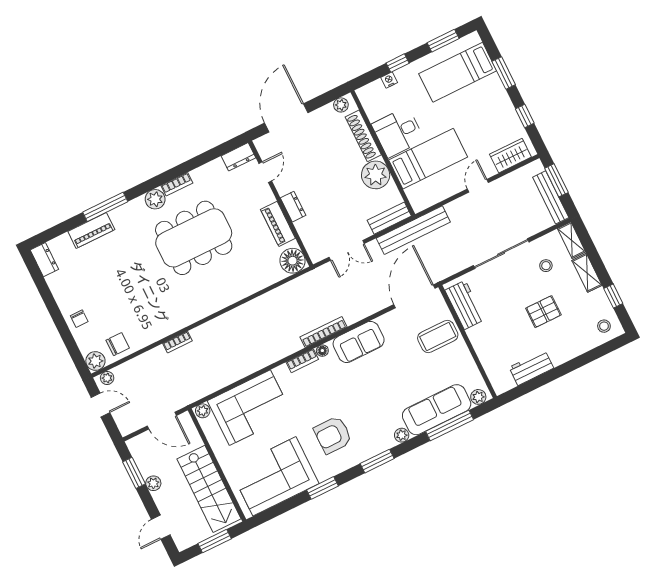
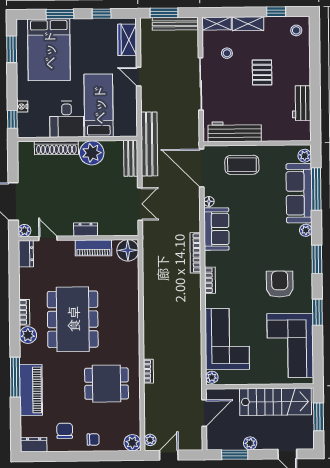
window: (398, 63) -> (12, 119), moved
bed: (458, 72) -> (49, 50), width x1.50
plant: (341, 105) -> (25, 231), moved
piano: (91, 230) -> (31, 390), width x1.37, depth x1.33
dining table: (144, 305) -> (107, 384), added
workbench: (465, 305) -> (235, 132), width x1.37
coffee table: (438, 336) -> (242, 165), turned 90
chair: (118, 344) -> (65, 431), moved
floor lamp: (322, 351) -> (209, 201), moved
armchair: (333, 435) -> (280, 284), turned 180

